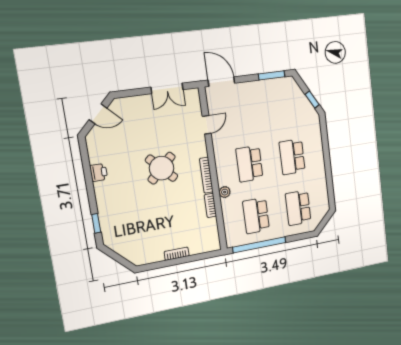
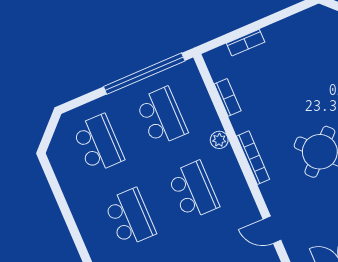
door: (207, 125) -> (272, 230), hinge flipped
bookcase: (210, 205) -> (228, 97), moved
bookcase: (177, 254) -> (246, 43), moved

